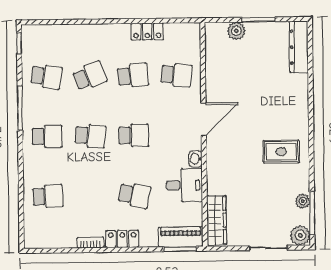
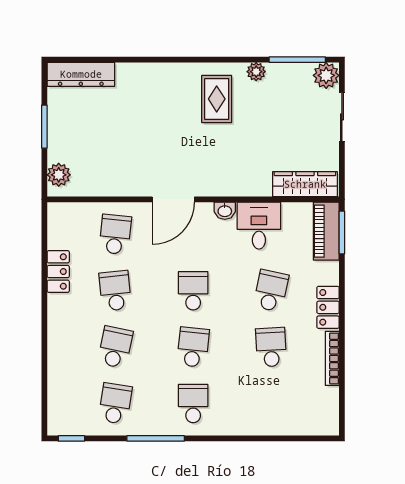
plant: (236, 31) -> (59, 175), moved
school desk: (90, 76) -> (115, 347), turned 33
door: (204, 119) -> (173, 199), swing flipped
school desk: (48, 196) -> (271, 347), moved
plant: (303, 201) -> (256, 72), moved
bookcase: (91, 243) -> (332, 358), width x1.56

